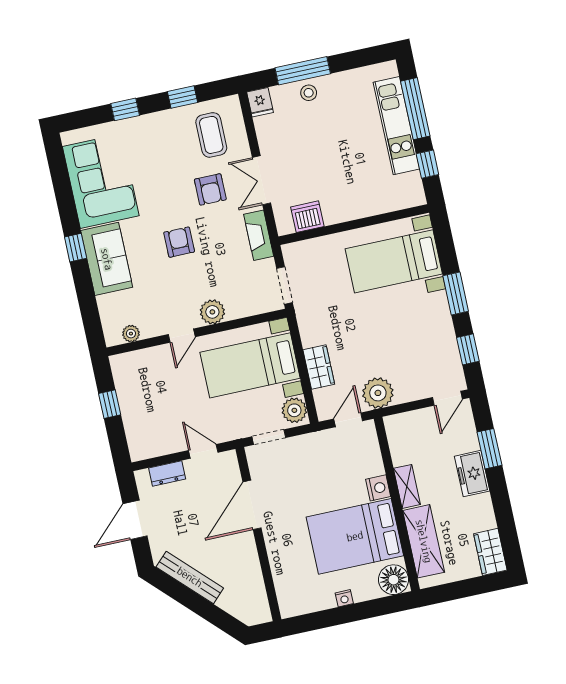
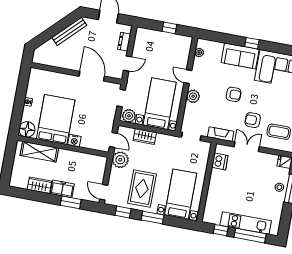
rug: (413, 334) -> (142, 189), added
shelving: (407, 486) -> (69, 155), removed
wardrobe: (490, 552) -> (39, 185), moved

